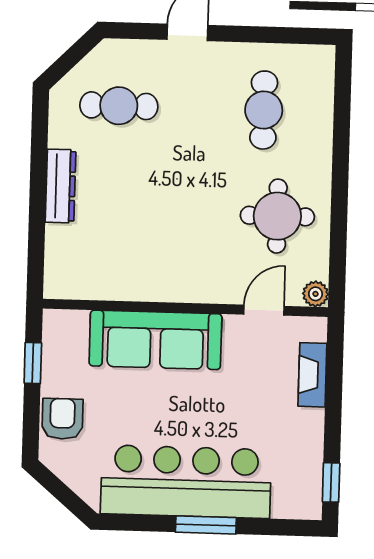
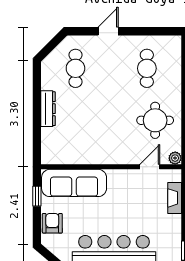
cafe table: (119, 106) -> (75, 68), turned 90
sofa: (155, 340) -> (74, 183), moved

